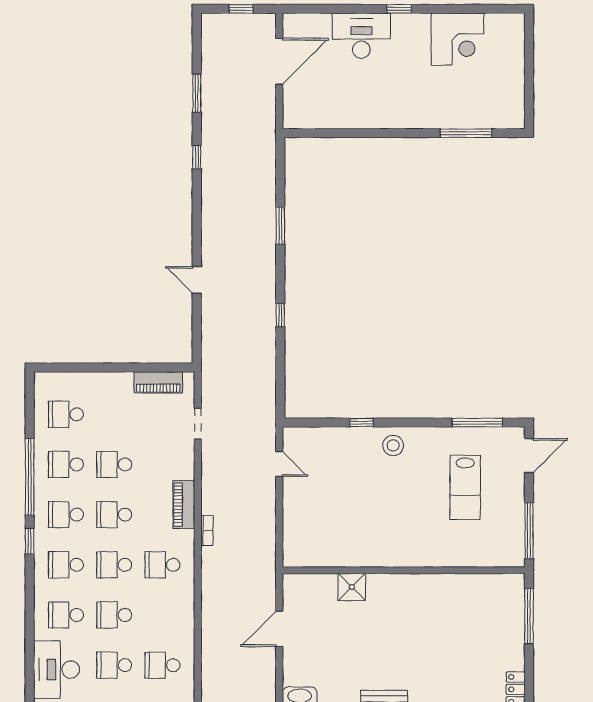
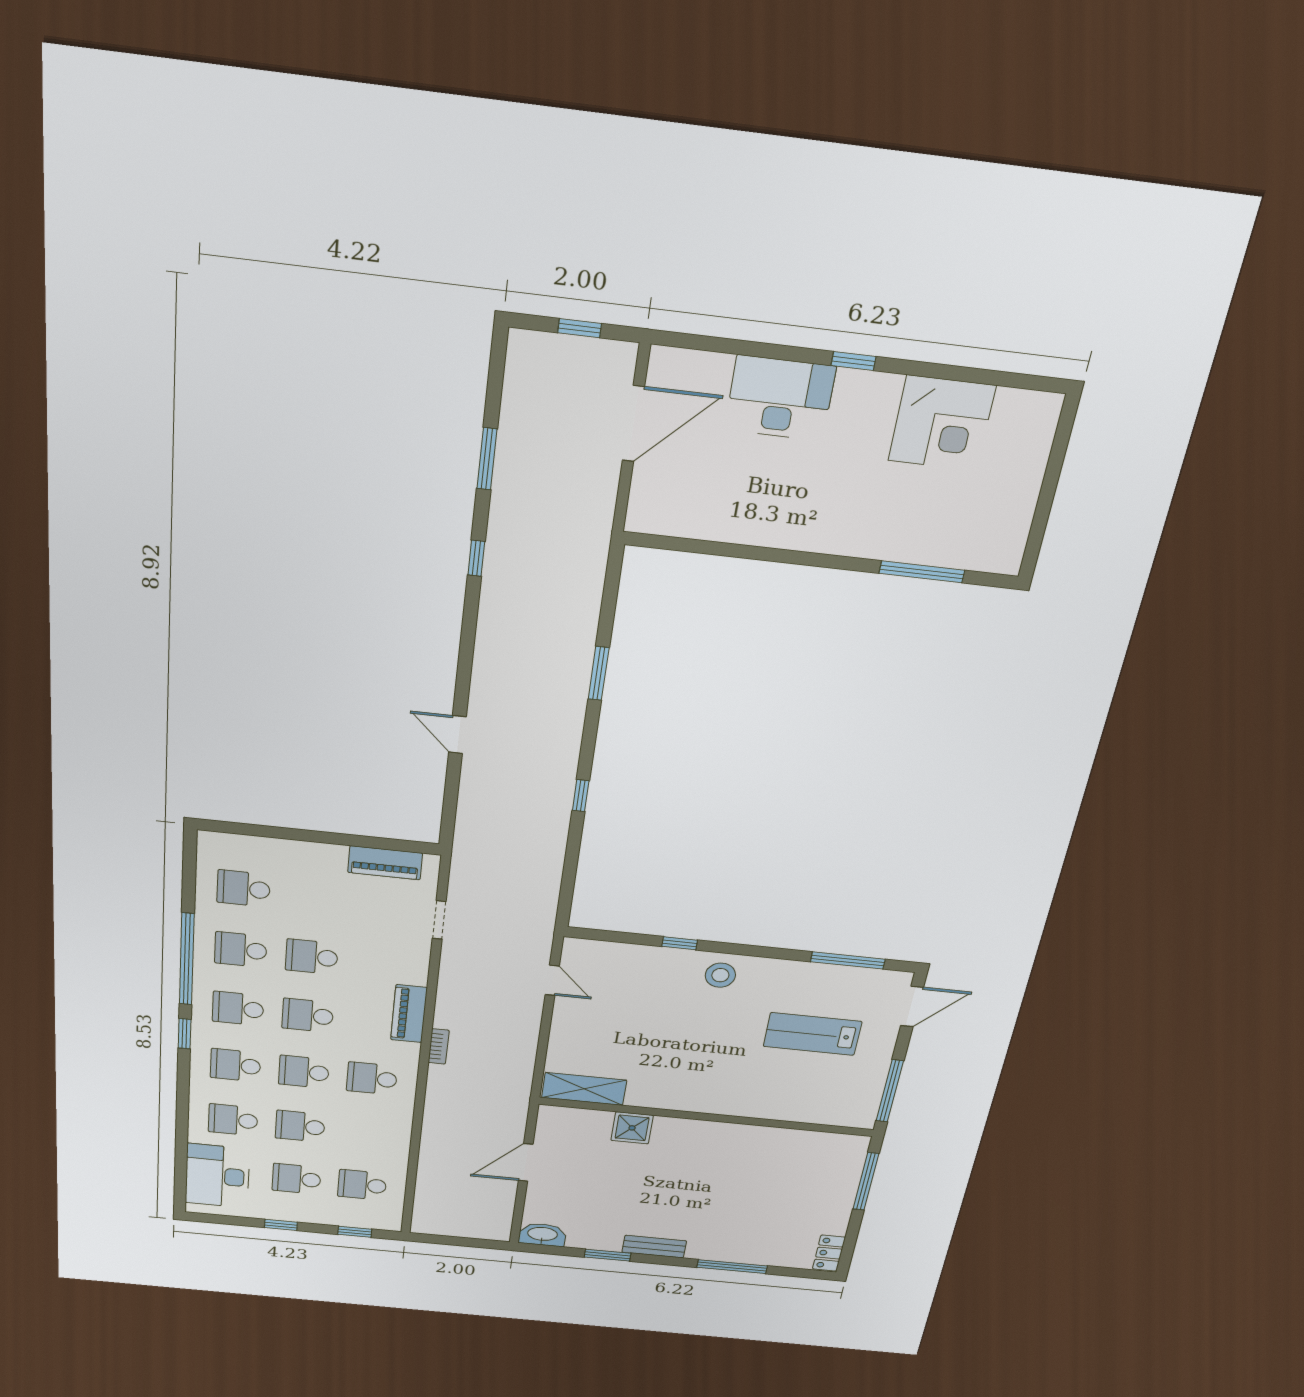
lab bench: (465, 487) -> (812, 1034), turned 90
shelving: (313, 556) -> (584, 1089), added

